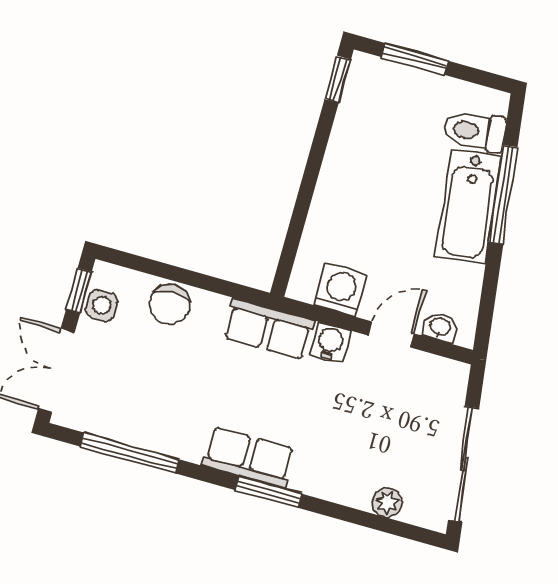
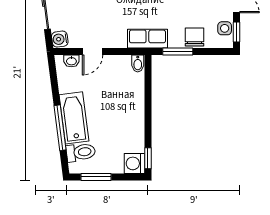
window: (415, 59) -> (96, 177), moved
bidet: (303, 283) -> (138, 63), added
window: (213, 284) -> (178, 52), added
washing machine: (340, 290) -> (134, 163), moved, turned 90
water cooler: (330, 342) -> (60, 39), moved, turned 83

